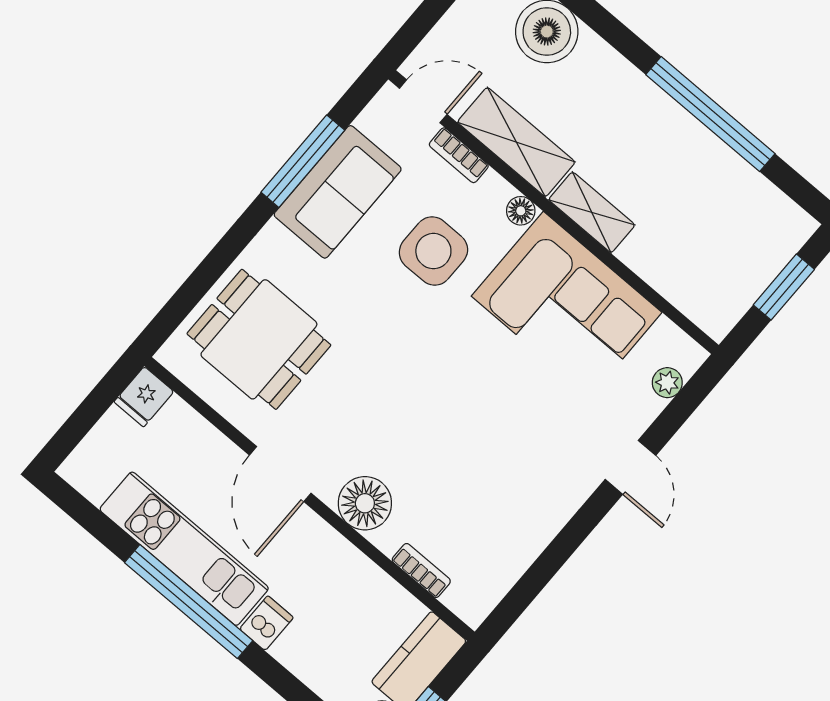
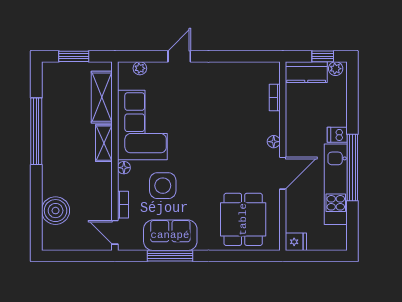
shelving: (516, 142) -> (102, 97), moved
floor lamp: (365, 503) -> (274, 142), width x0.53, depth x0.53

